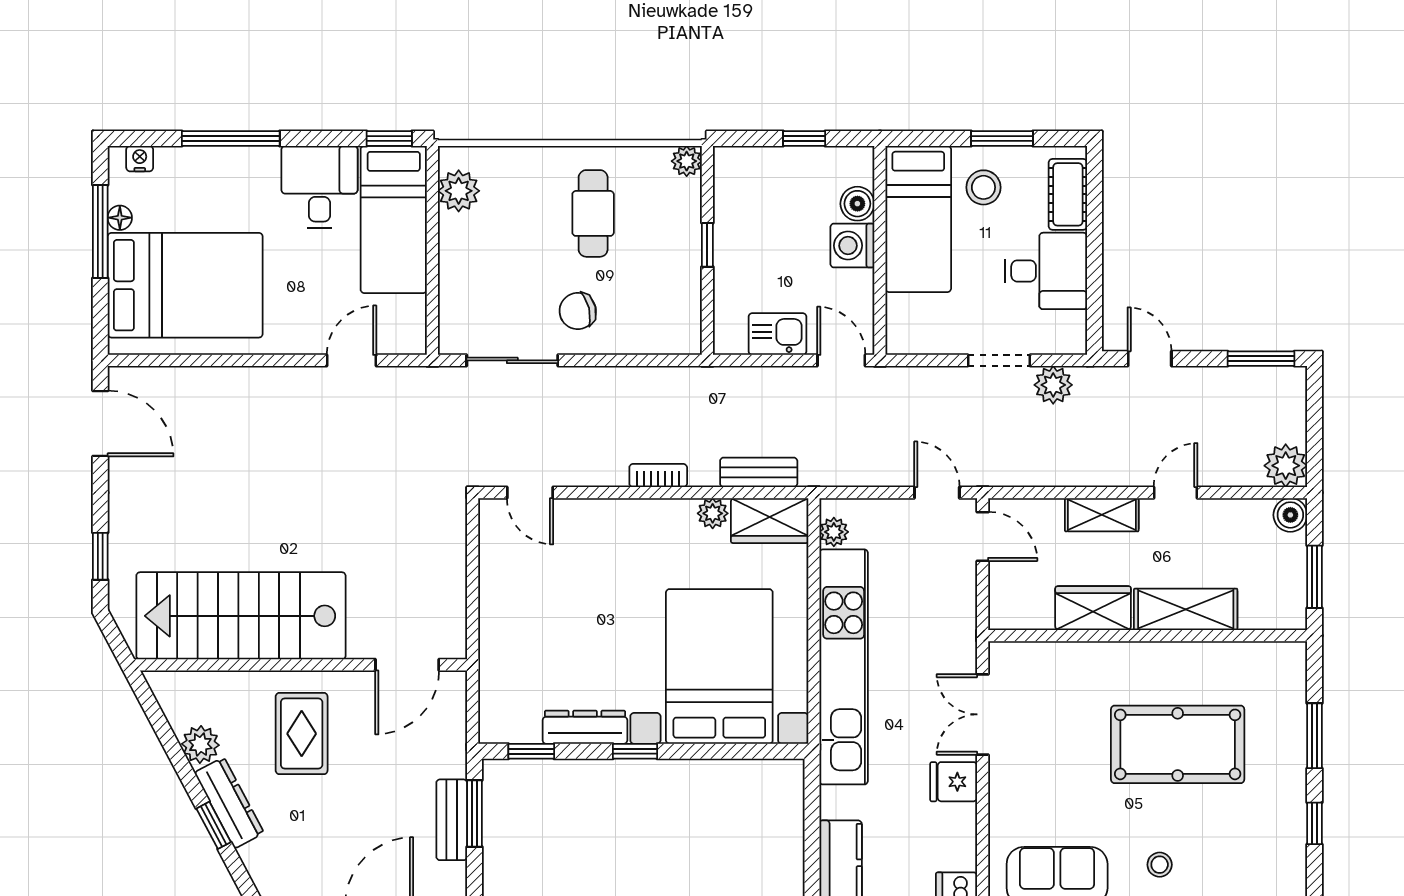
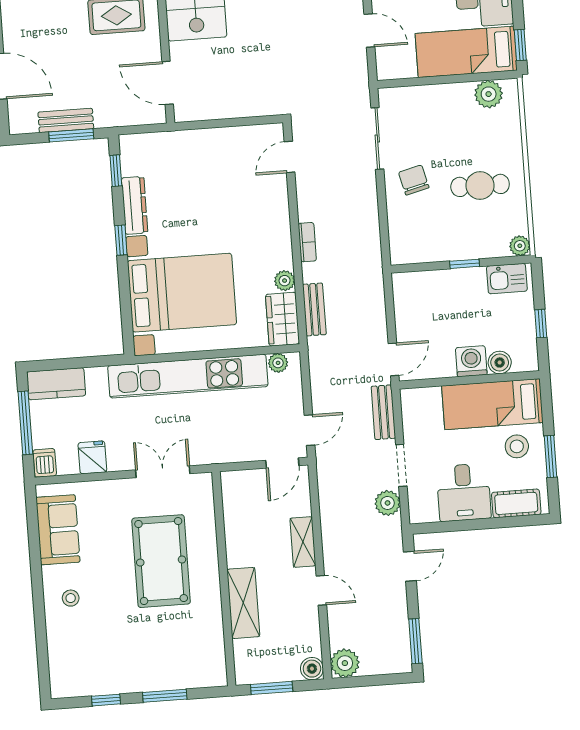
kitchen sink: (777, 334) -> (507, 279), moved, turned 90
bench: (918, 381) -> (383, 412), added
wardrobe: (1093, 608) -> (240, 541), removed
pool table: (1178, 744) -> (161, 561), moved
fridge: (954, 782) -> (92, 457), moved

